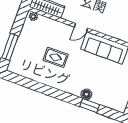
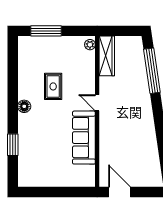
floor lamp: (86, 94) -> (24, 106), moved

